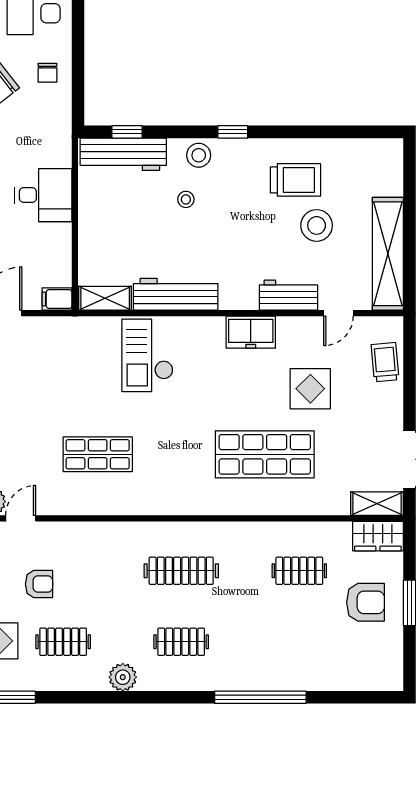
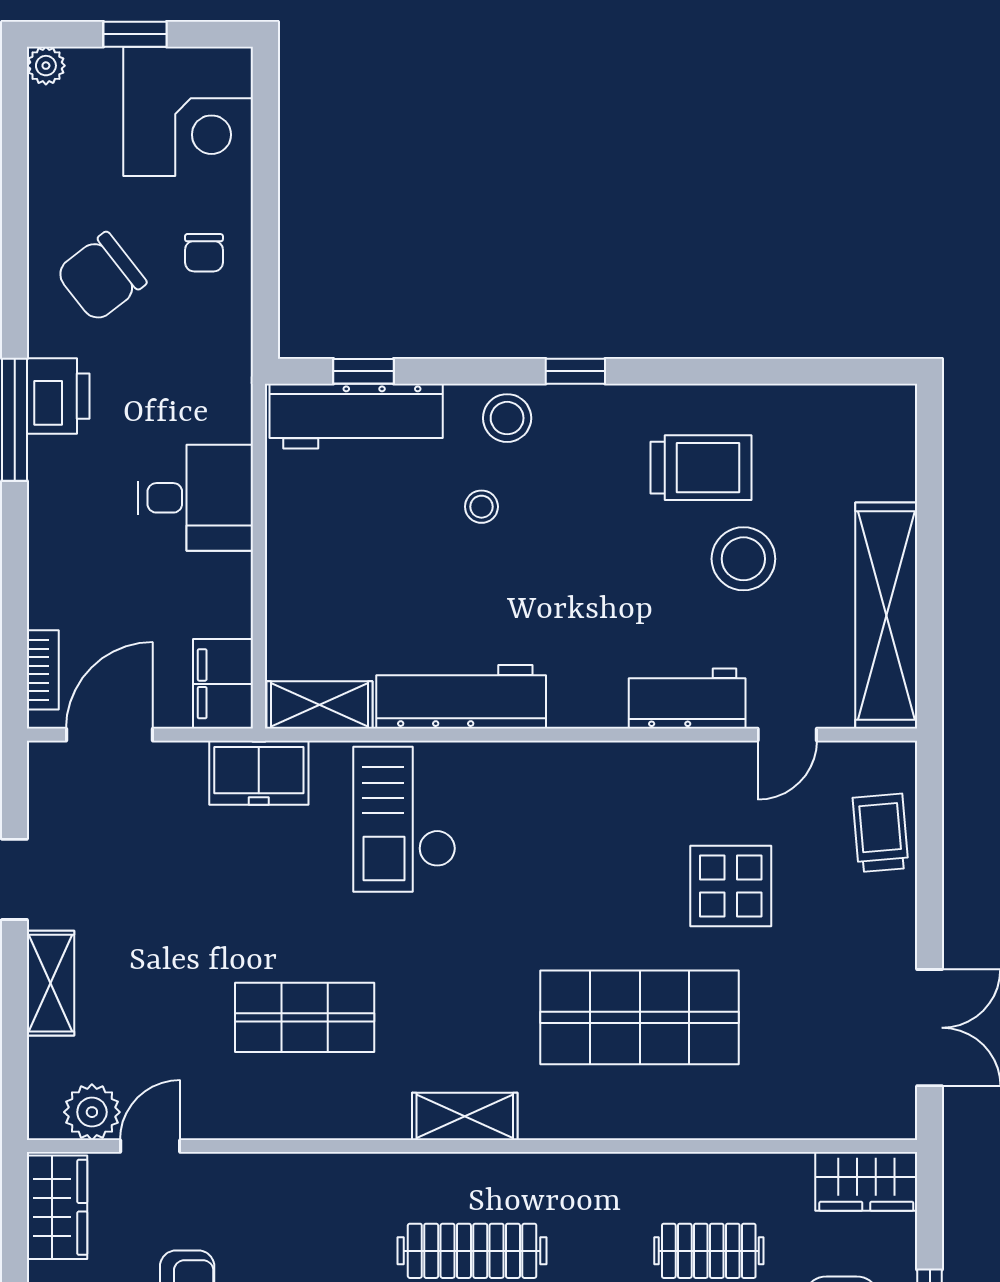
filing cabinet: (57, 299) -> (223, 684), width x2.00
freezer: (251, 332) -> (259, 773), moved
shelving: (377, 504) -> (465, 1116), moved

